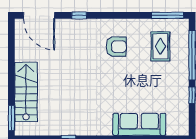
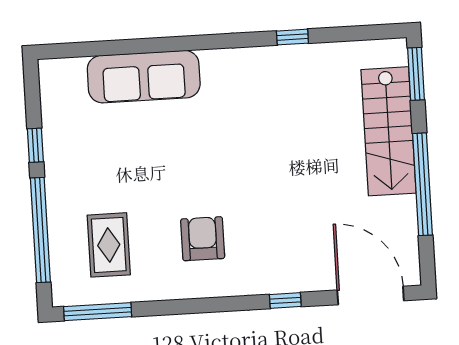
armchair: (116, 47) -> (203, 239), turned 90
window: (11, 66) -> (423, 184), added

